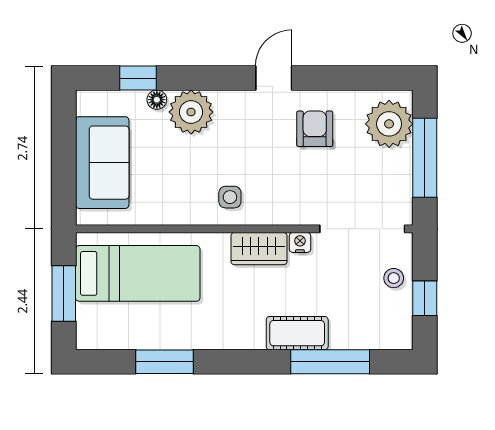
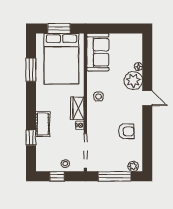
window: (138, 78) -> (147, 59), removed
door: (274, 78) -> (147, 98), moved
plant: (389, 124) -> (133, 166), width x0.53, depth x0.53
sofa: (102, 163) -> (98, 52), moved, turned -90
bed: (138, 273) -> (61, 59), width x1.50
window: (330, 362) -> (31, 138), width x0.46

